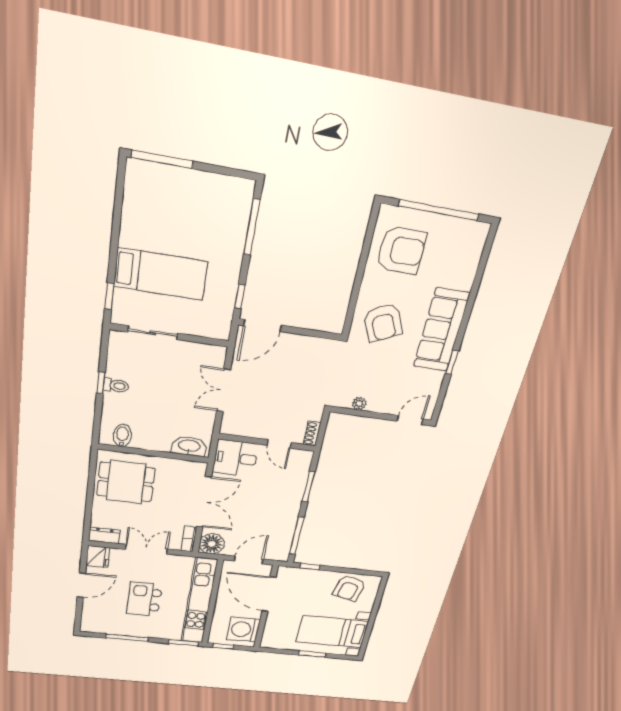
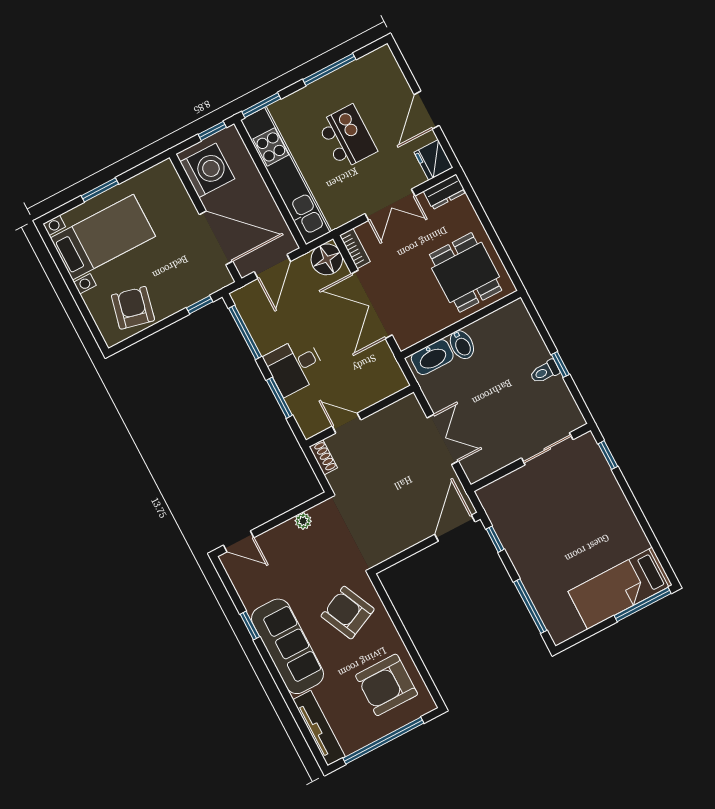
tv unit: (473, 256) -> (319, 728), added
bed: (161, 274) -> (620, 588), moved
door: (410, 420) -> (239, 541), hinge flipped
bidet: (122, 436) -> (462, 345), moved
desk: (235, 458) -> (295, 366), moved, turned 180
dining table: (126, 482) -> (466, 272), turned 90

